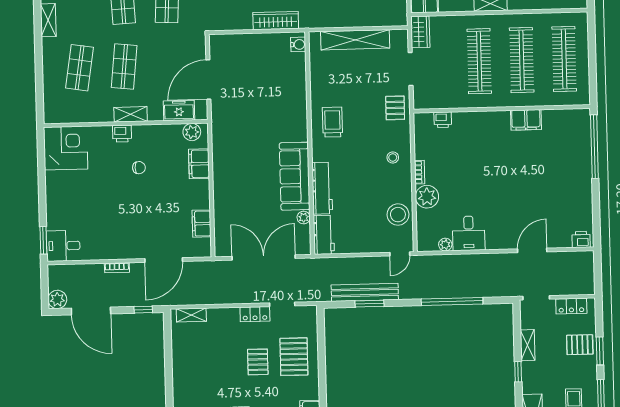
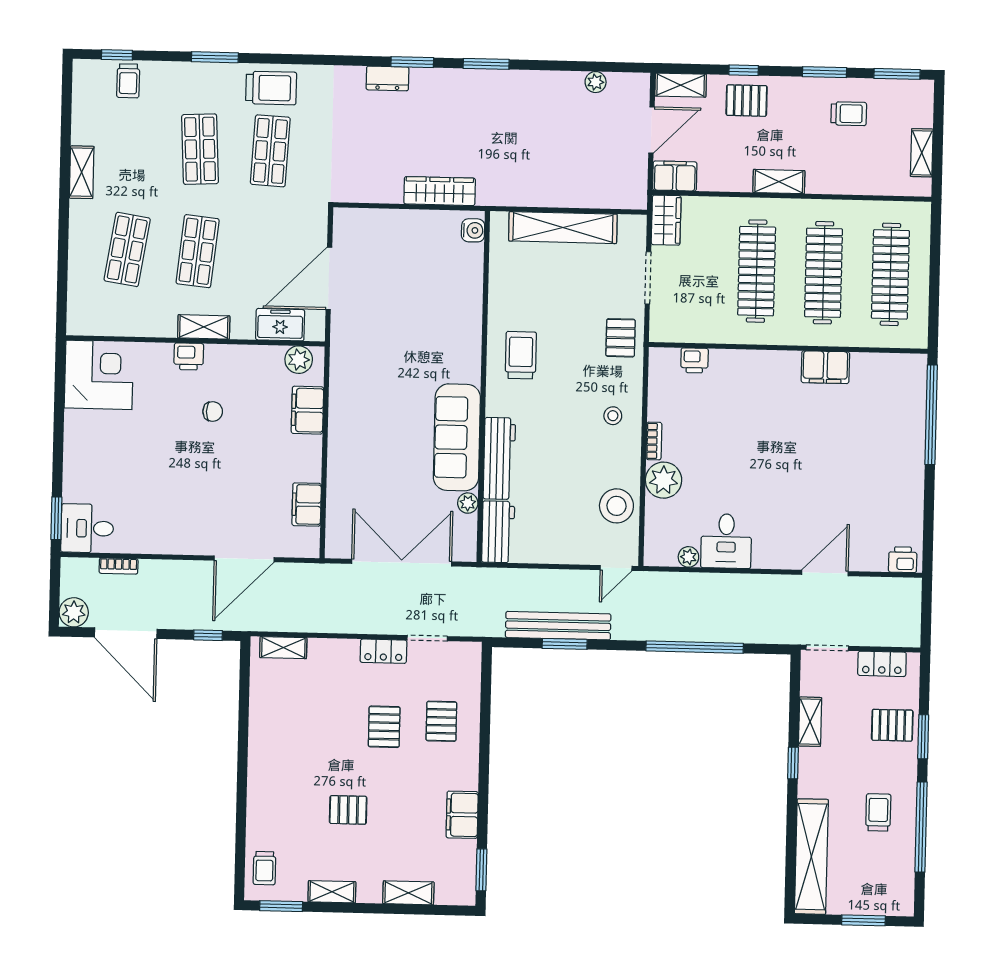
bookcase: (117, 268) -> (119, 566), moved
pallet: (294, 357) -> (441, 721), width x0.67, depth x0.71

